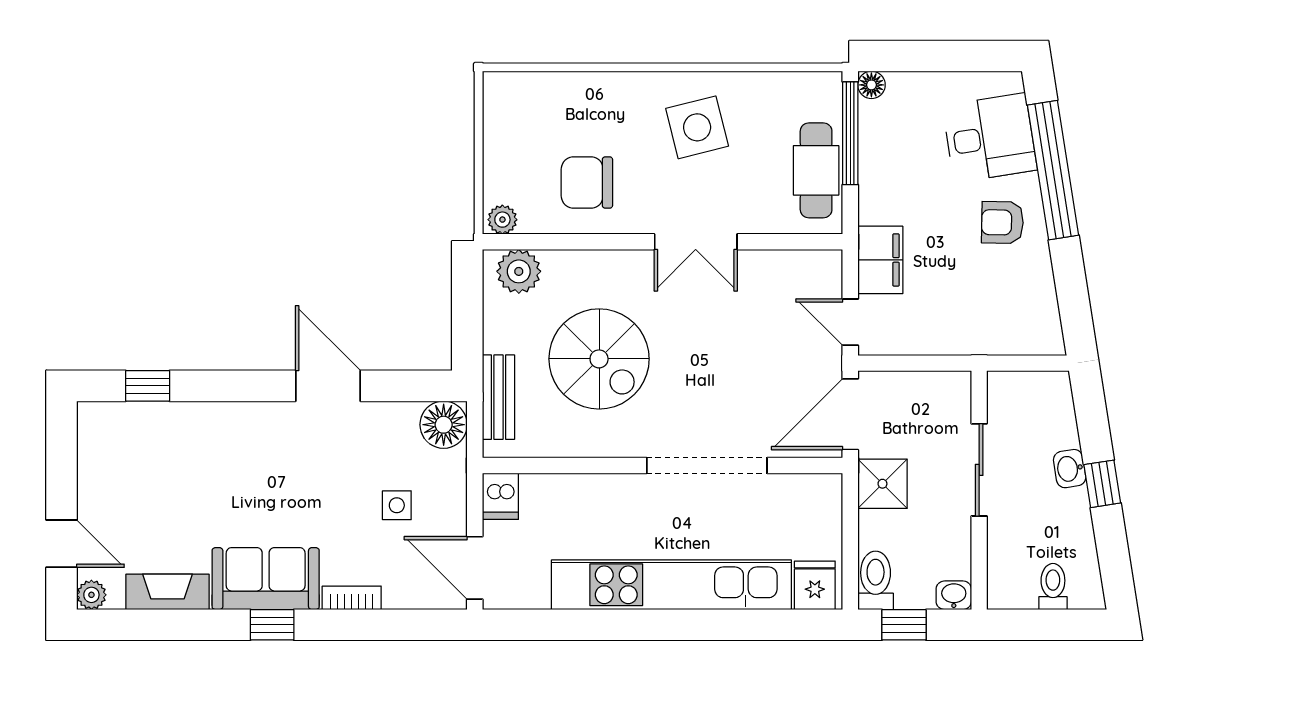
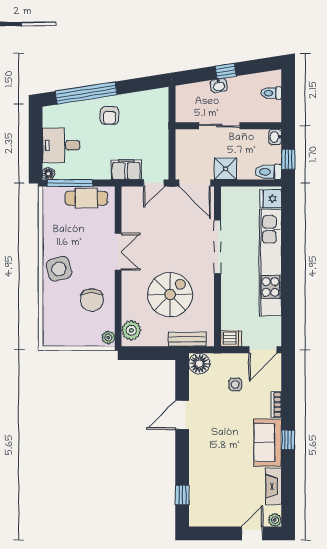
side table: (697, 127) -> (59, 269), moved
desk: (990, 138) -> (61, 145), moved, turned -81

